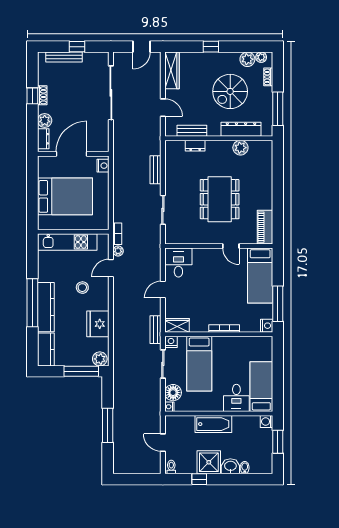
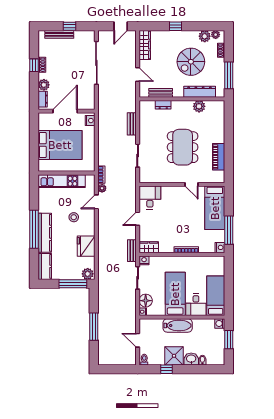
piano: (265, 227) -> (219, 157), moved
bed: (199, 364) -> (175, 294), moved, turned 180

